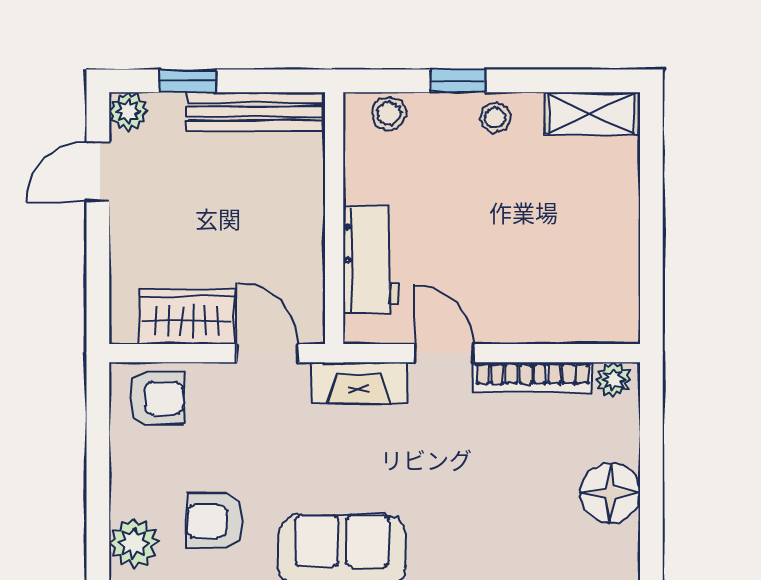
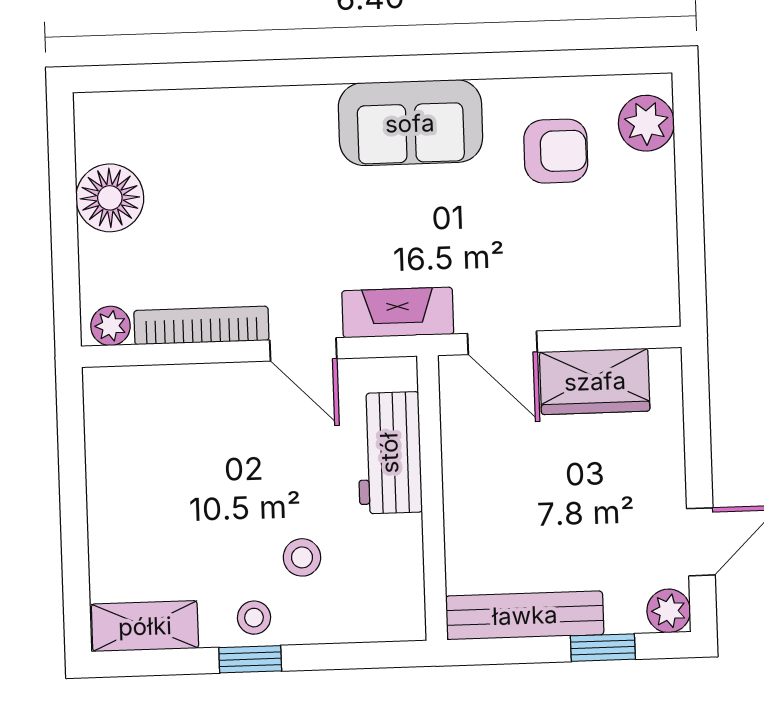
window: (458, 81) -> (250, 659), moved
stool: (389, 113) -> (302, 557), moved
armchair: (156, 398) -> (626, 288), removed

